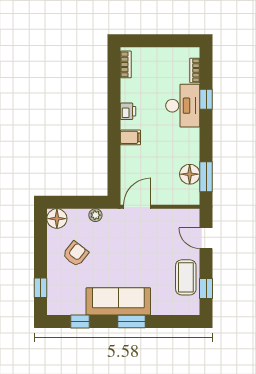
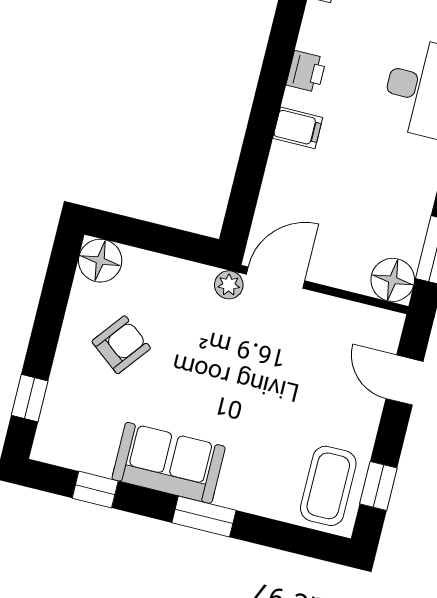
floor lamp: (190, 174) -> (393, 280), moved
plant: (95, 215) -> (229, 285), moved
coffee table: (186, 277) -> (328, 486), moved
sofa: (118, 301) -> (169, 463), width x0.73

